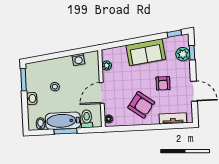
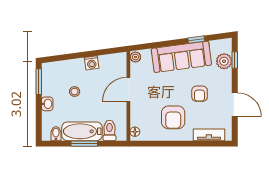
window: (174, 34) -> (196, 40), moved
sofa: (146, 52) -> (181, 57), width x1.36
washing machine: (78, 59) -> (92, 63), moved
plant: (107, 66) -> (135, 57), moved
door: (102, 93) -> (128, 90), moved
armchair: (141, 105) -> (173, 117), turned 54

